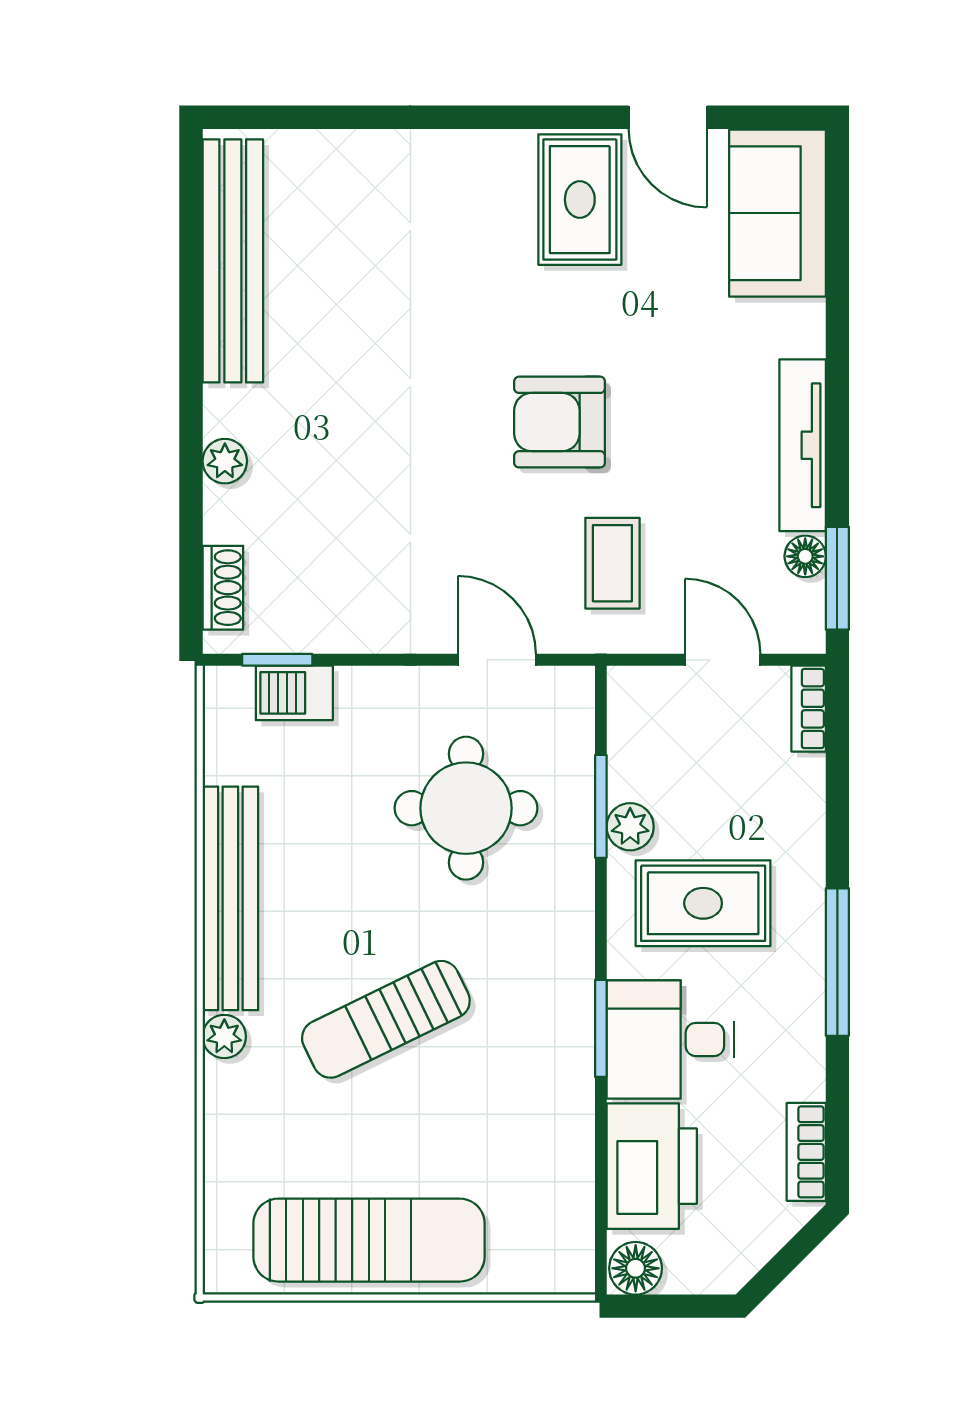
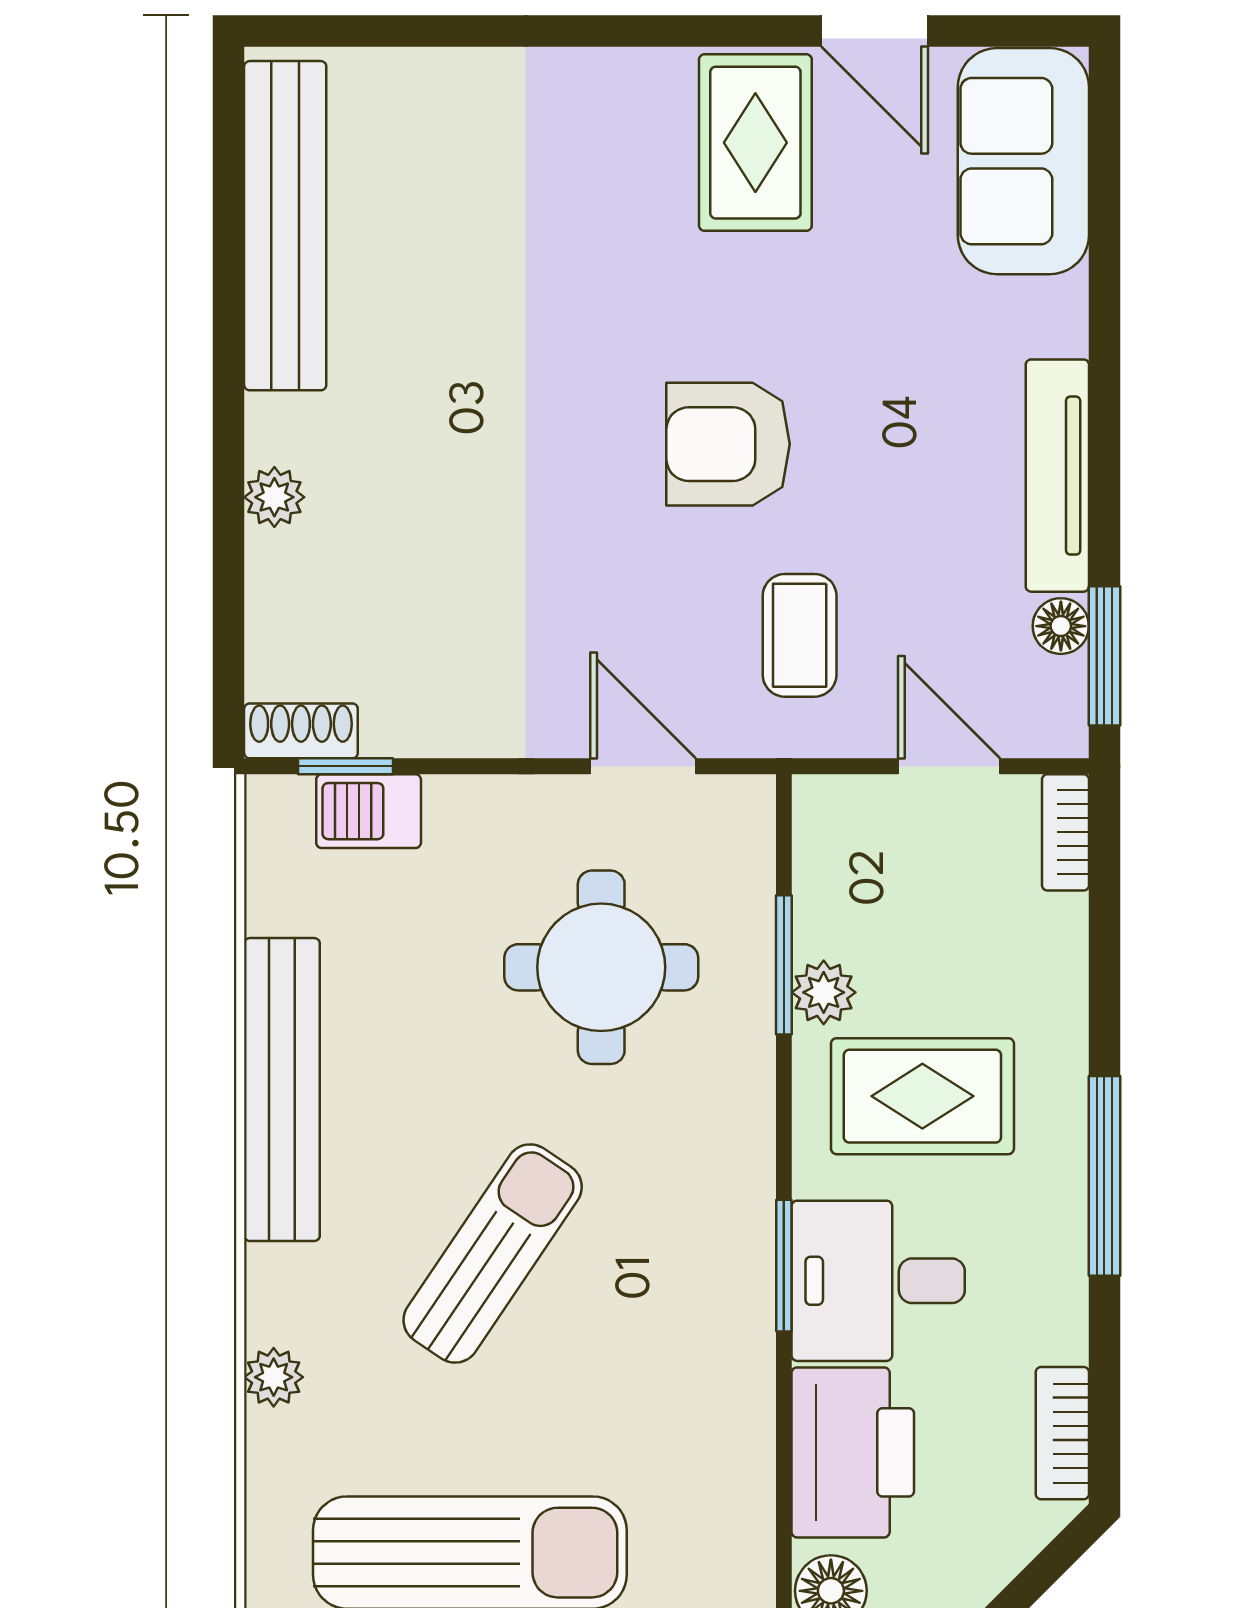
shoe rack: (223, 588) -> (301, 731), moved, turned -90
sun lounger: (386, 1019) -> (493, 1253), turned 150
plant: (224, 1037) -> (274, 1377), moved

